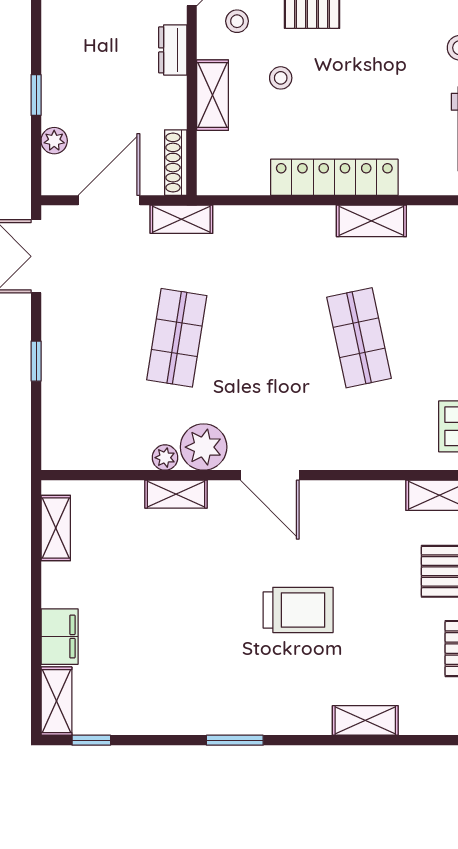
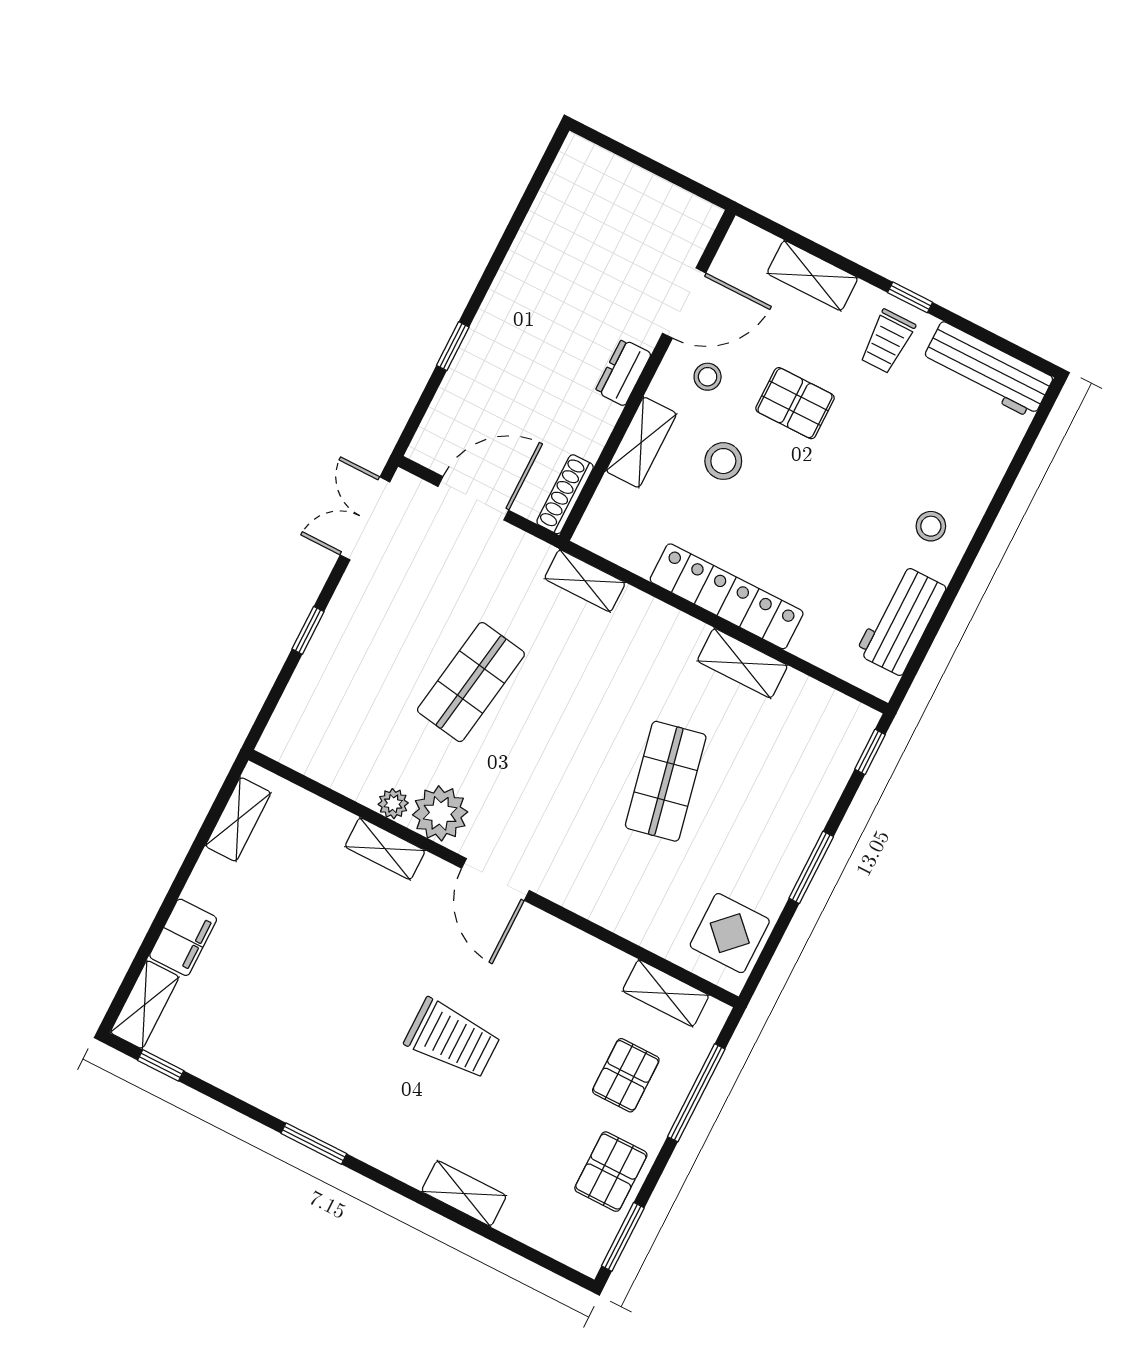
stool: (281, 78) -> (723, 461), width x1.37, depth x1.37
plant: (54, 141) -> (447, 405), removed
shelving: (181, 219) -> (585, 581), moved

